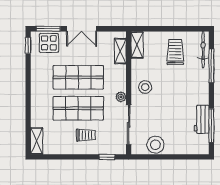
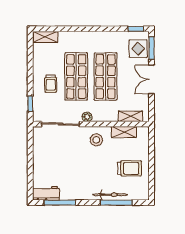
shelving: (137, 45) -> (124, 132), moved
bicycle: (203, 50) -> (110, 195), moved
workbench: (202, 119) -> (46, 193), moved
stool: (155, 145) -> (42, 150), removed

